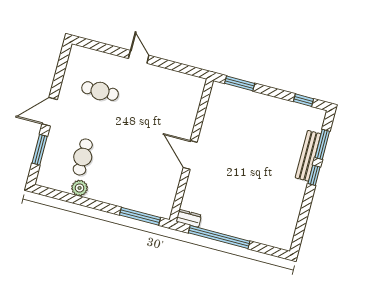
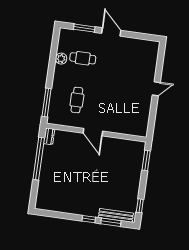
cafe table: (100, 91) -> (77, 100), moved
door: (190, 155) -> (93, 132), swing flipped
bench: (308, 156) -> (116, 215), moved

